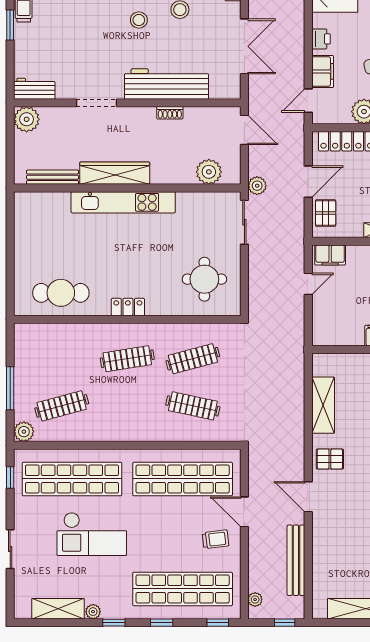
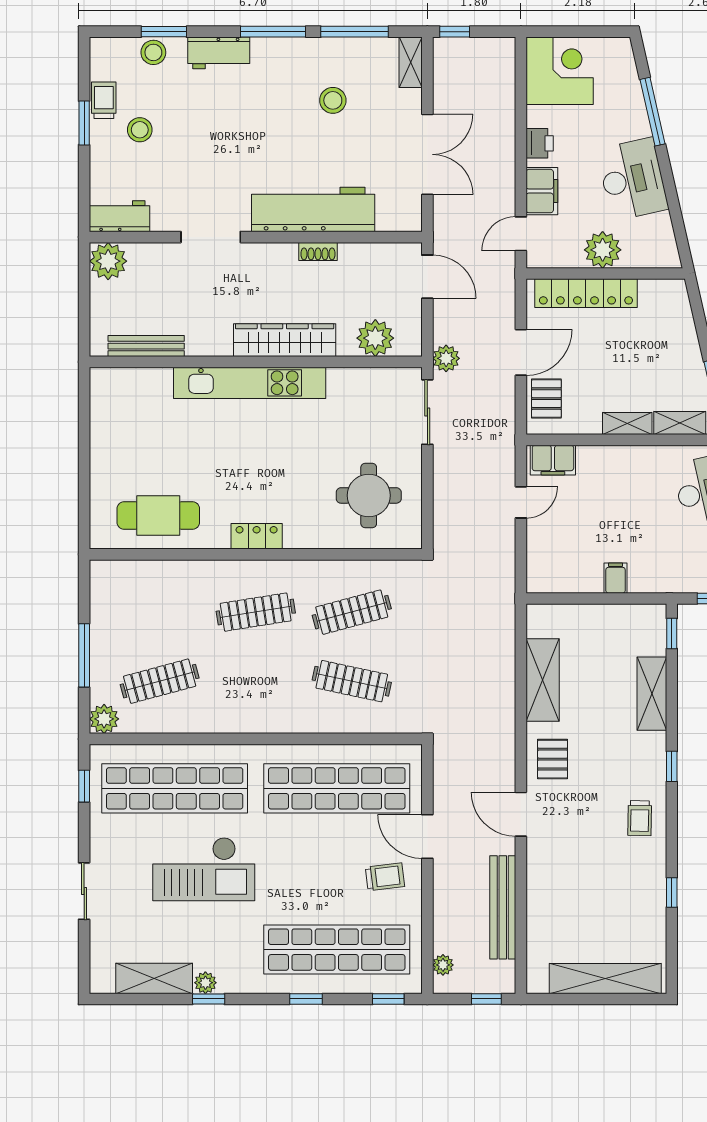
stool: (139, 20) -> (140, 130), moved
wardrobe: (115, 173) -> (285, 340), moved
pallet: (330, 459) -> (553, 759), turned 90
window: (114, 623) -> (209, 999), moved

